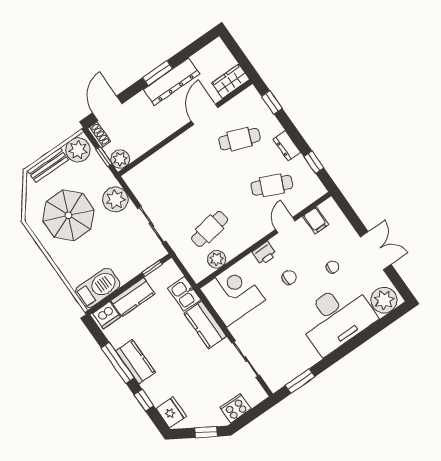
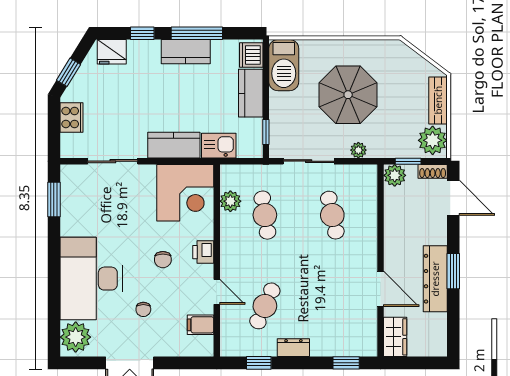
cafe table: (239, 139) -> (332, 215), moved, turned -33
plant: (115, 199) -> (358, 150), width x0.53, depth x0.53
parasol: (68, 215) -> (348, 95), moved

